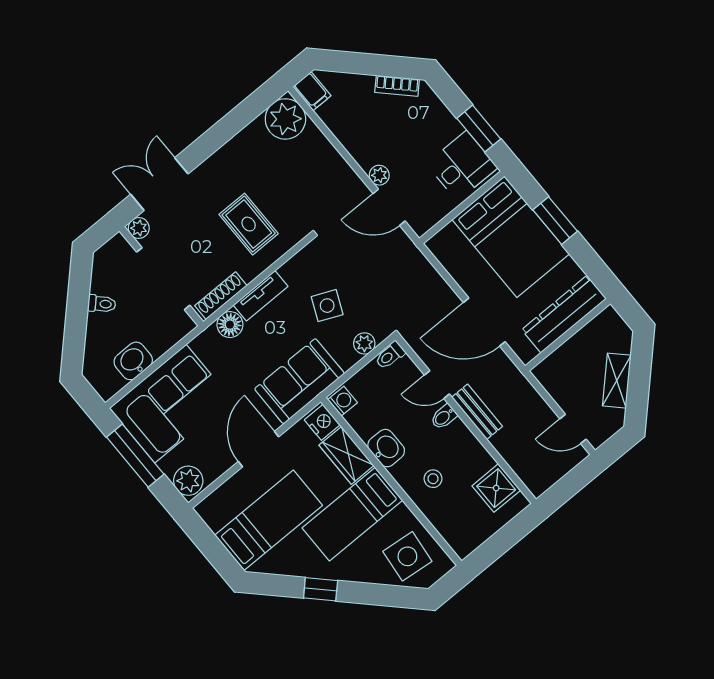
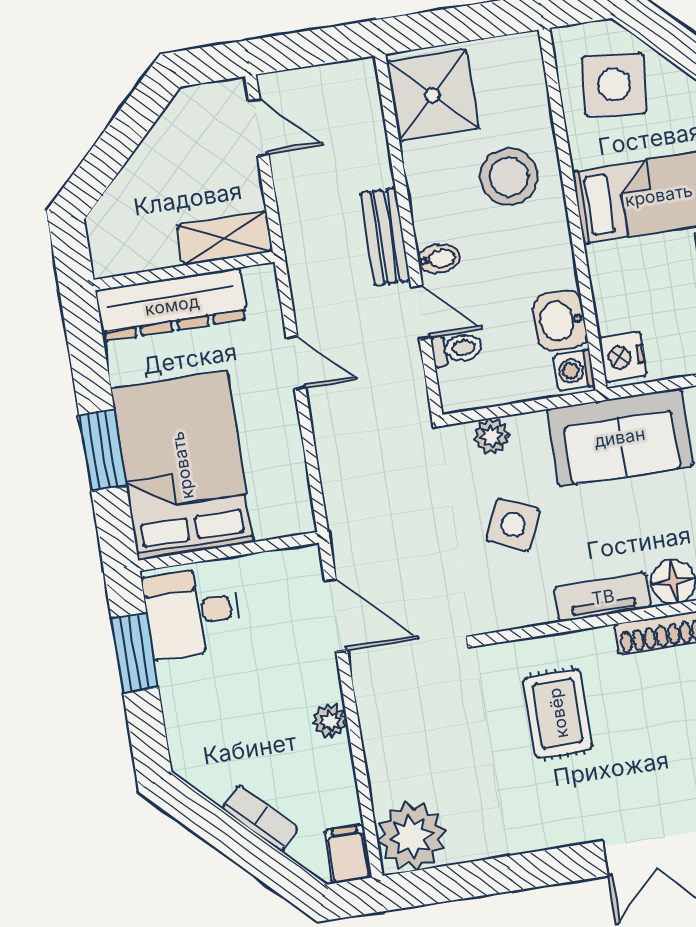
bookcase: (397, 86) -> (260, 818), moved
plant: (379, 175) -> (330, 721), moved
door: (484, 322) -> (296, 363), width x0.53
toilet: (390, 355) -> (457, 349), moved
shelving: (617, 381) -> (225, 238), moved, turned 45
washbasin: (386, 448) -> (560, 321), moved
wardrobe: (346, 455) -> (616, 287), removed
stool: (433, 479) -> (509, 177), width x1.89, depth x1.89
shower: (496, 488) -> (433, 95), width x1.36, depth x1.36

